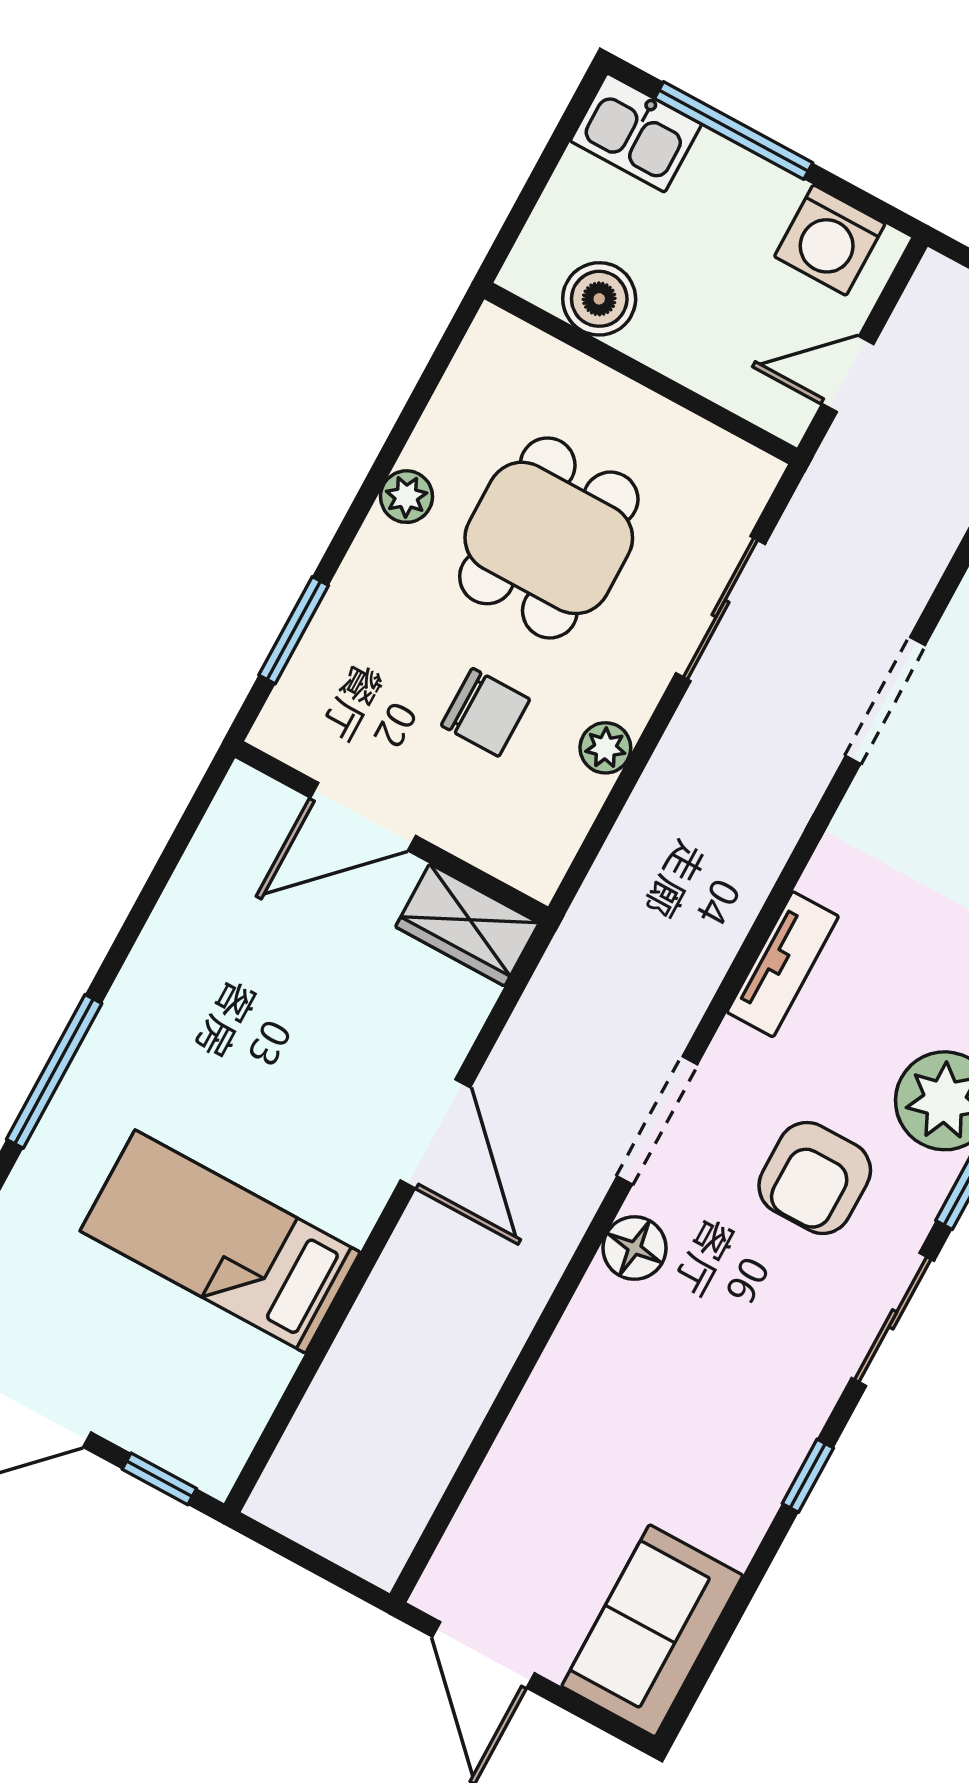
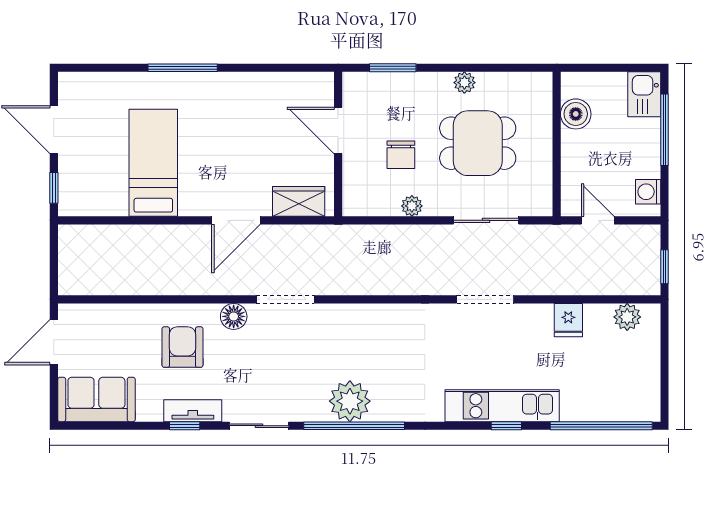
washing machine: (830, 240) -> (648, 192), width x0.73, depth x0.73
wardrobe: (467, 925) -> (299, 201), moved, turned 90
tv unit: (783, 964) -> (193, 411), moved, turned 180
armchair: (815, 1178) -> (182, 347), moved, turned 90

